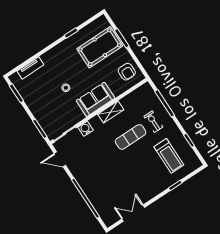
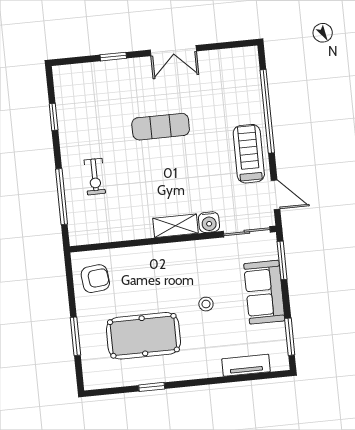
pool table: (100, 47) -> (143, 336), moved
armchair: (127, 72) -> (95, 279), turned 84
sofa: (96, 99) -> (264, 292), moved, turned 90
shelving: (111, 112) -> (175, 226), moved
exercise mat: (131, 137) -> (161, 127), moved
treadmill: (169, 156) -> (249, 154), moved
double door: (133, 213) -> (173, 51), moved

